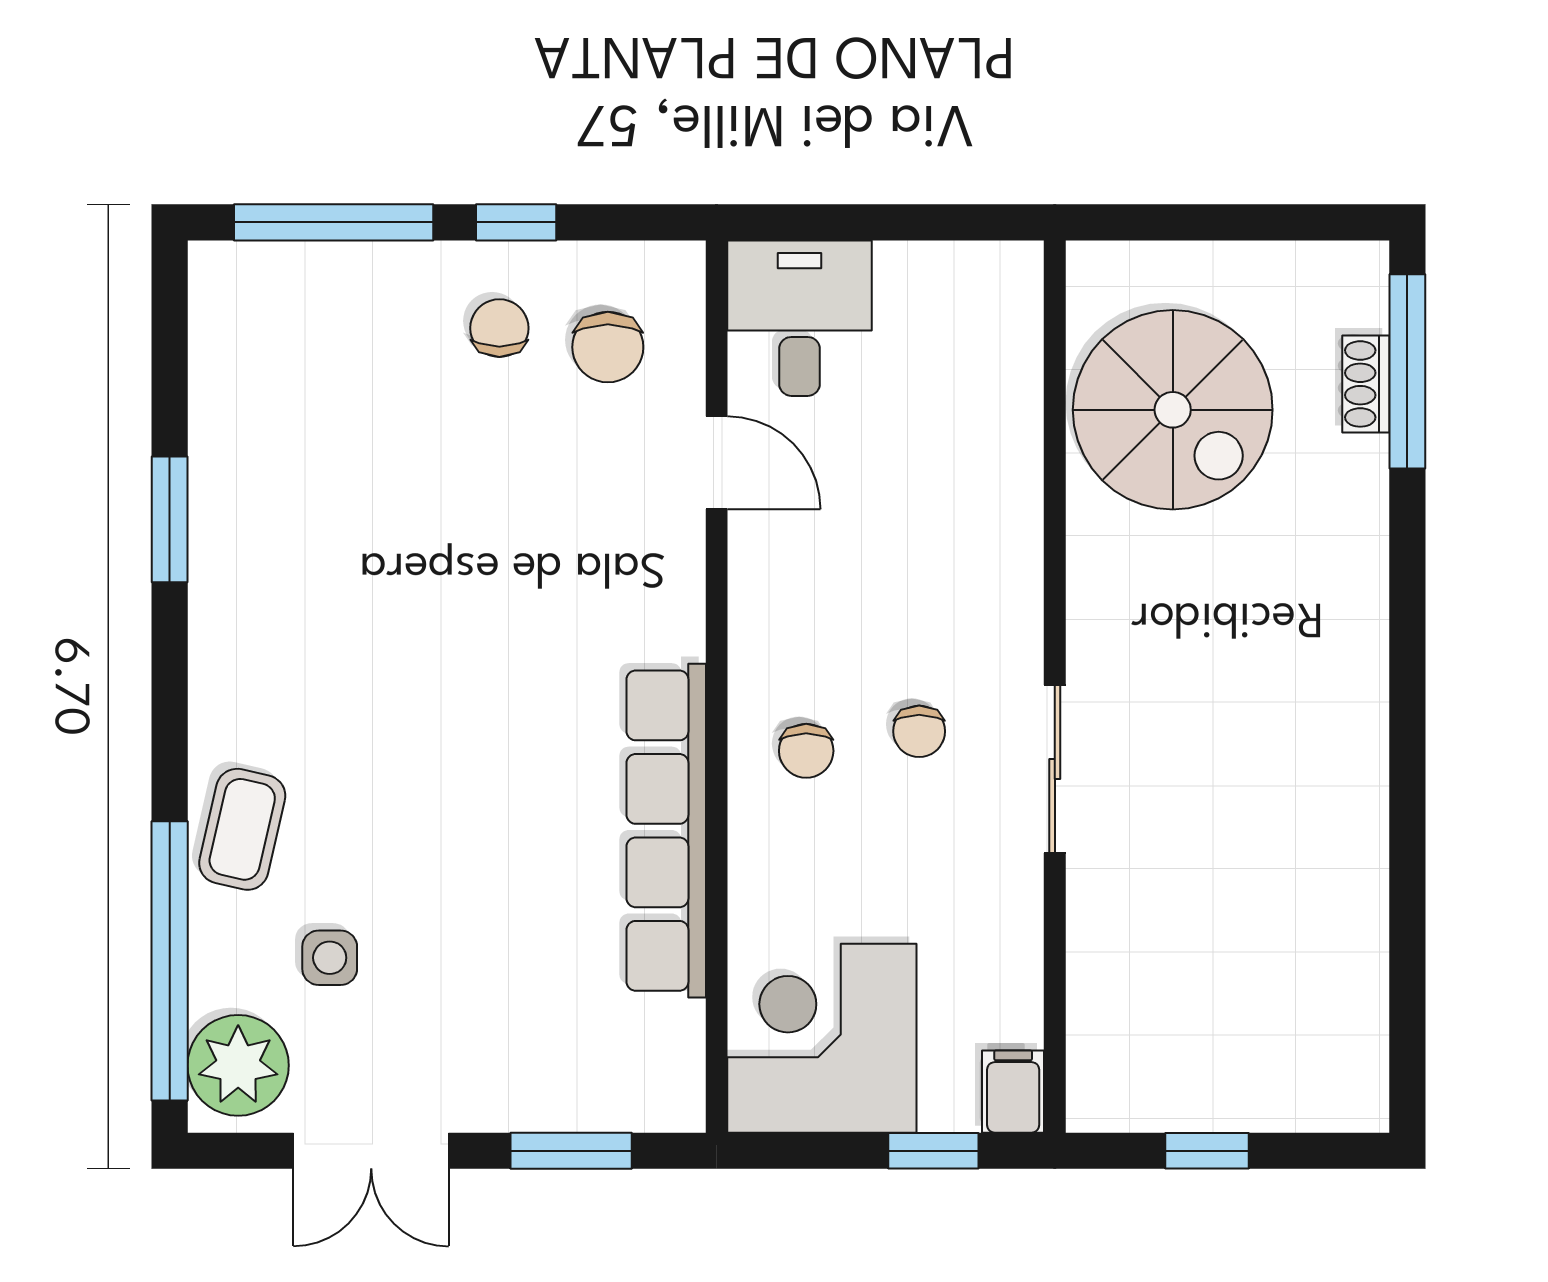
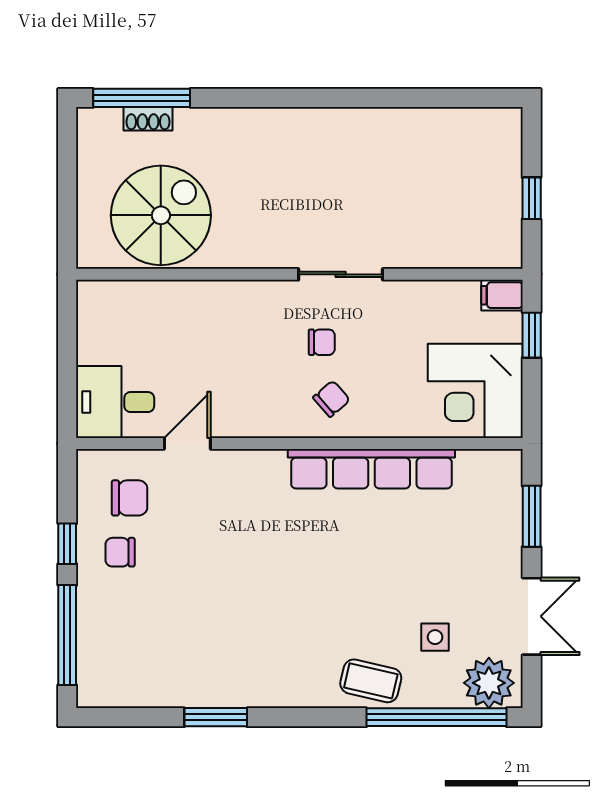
chair: (806, 751) -> (331, 399), turned -41

